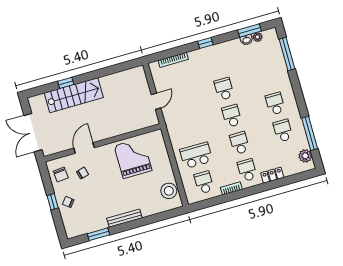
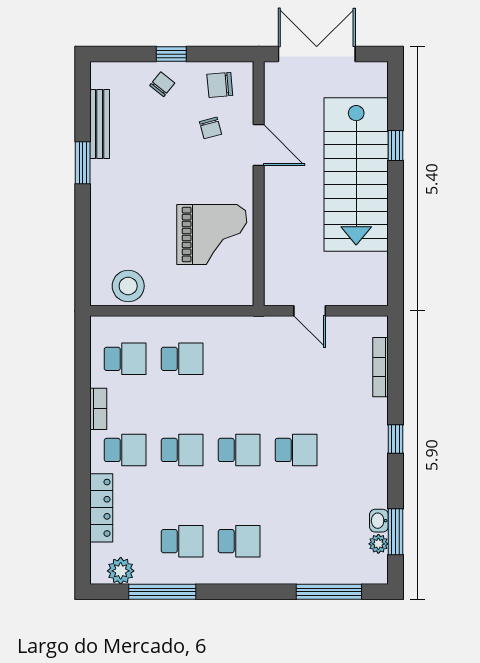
stairs: (74, 95) -> (356, 175), width x1.36, depth x1.51
school desk: (196, 155) -> (182, 359), width x0.54
locker: (272, 175) -> (101, 508), width x1.53
bench: (124, 218) -> (100, 124), moved
window: (98, 234) -> (83, 163), moved

